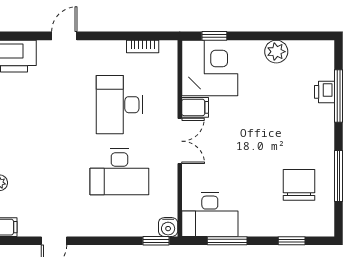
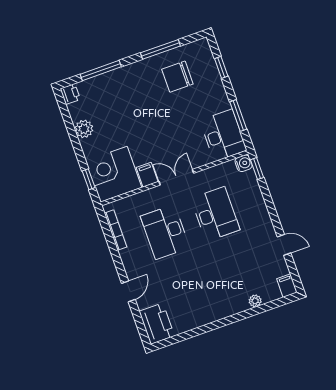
door: (64, 36) -> (128, 291), swing flipped
bookcase: (143, 46) -> (115, 230), width x1.56
printer: (324, 92) -> (70, 94), moved, turned -90
desk: (119, 105) -> (165, 232), turned 90

